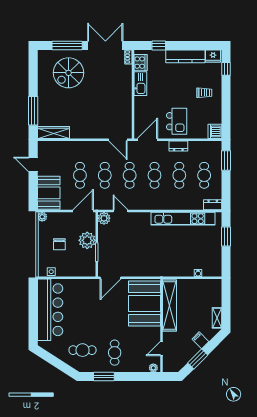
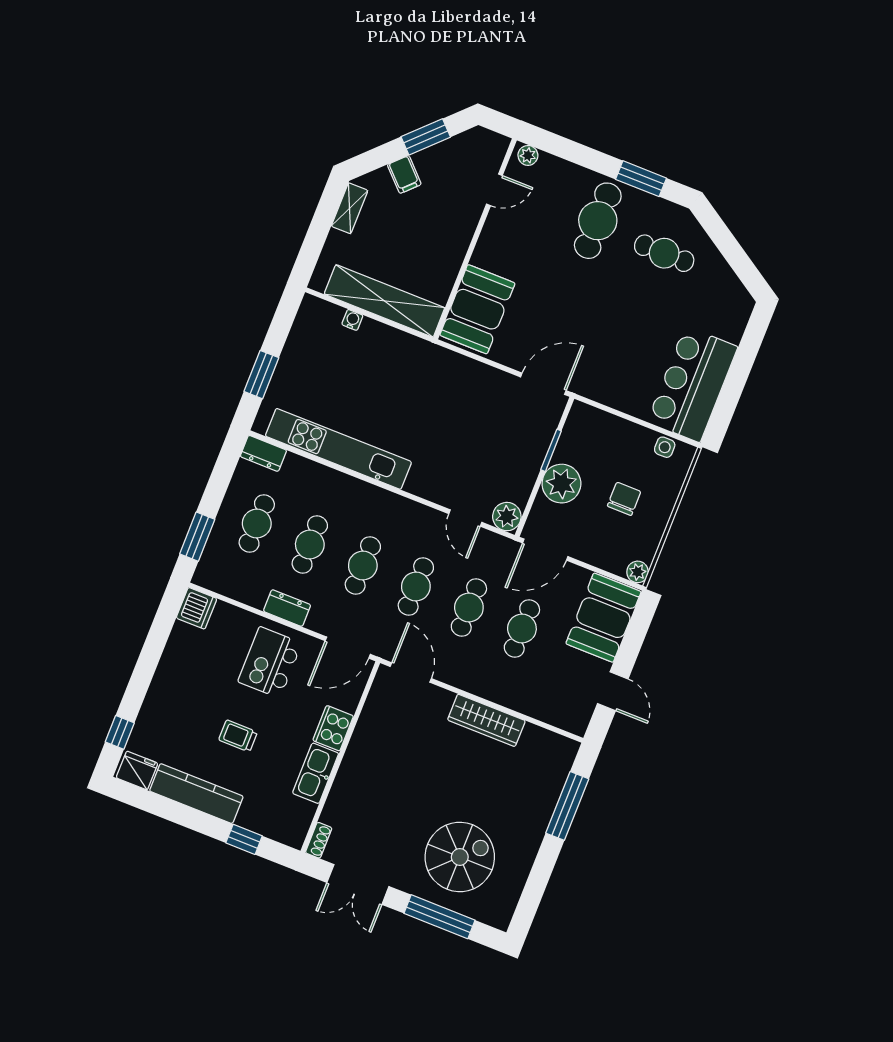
double door: (105, 45) -> (358, 884), width x0.73
cooker: (140, 63) -> (333, 728), moved
trolley: (204, 93) -> (238, 736), moved
wardrobe: (53, 132) -> (486, 720), moved
booth: (144, 303) -> (477, 309), width x0.73, depth x0.70
shelving: (169, 305) -> (384, 301), moved, turned 90
bar counter: (50, 310) -> (692, 384), width x0.73
cafe table: (115, 353) -> (598, 221), width x1.37, depth x1.35

